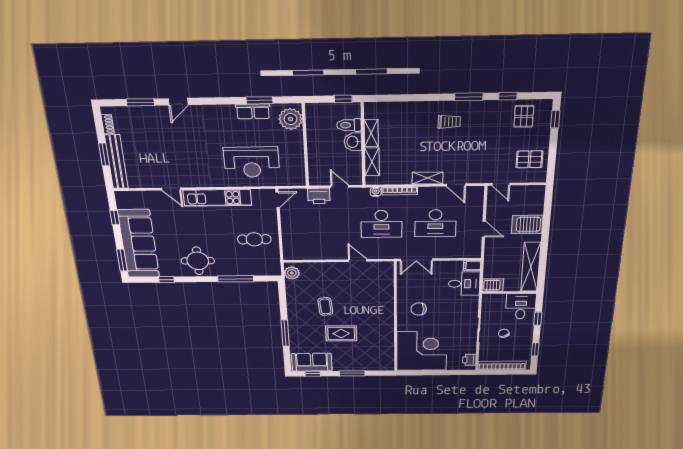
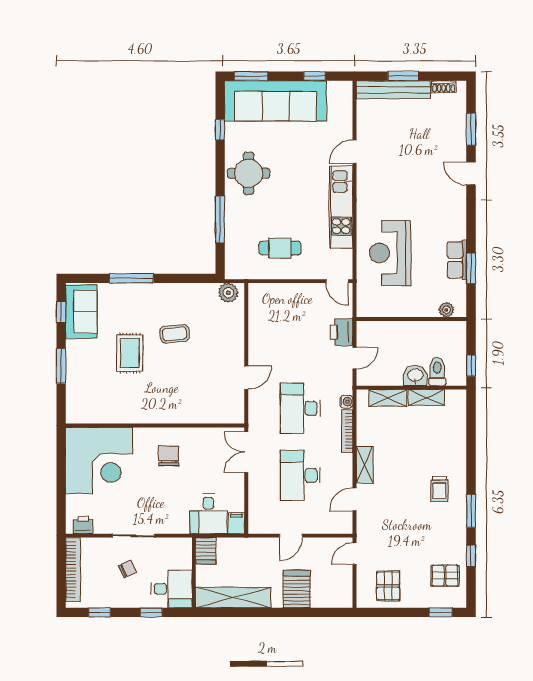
plant: (291, 119) -> (446, 310), width x0.53, depth x0.53
cafe table: (254, 239) -> (280, 248), turned 90

